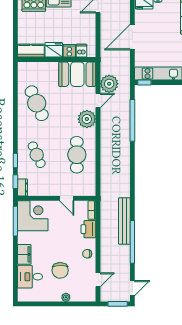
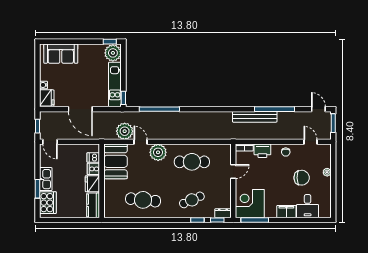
cafe table: (37, 103) -> (143, 200), turned 30

